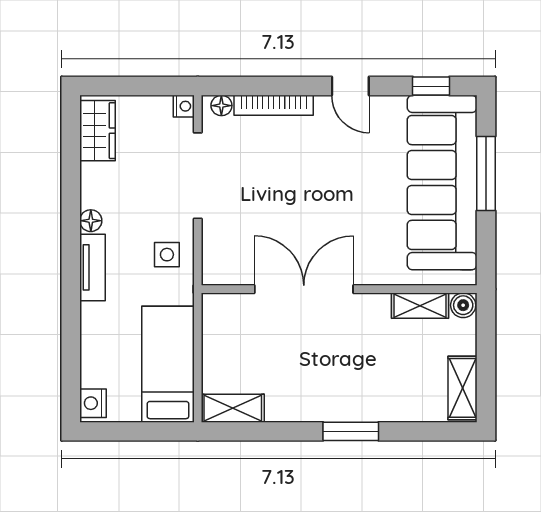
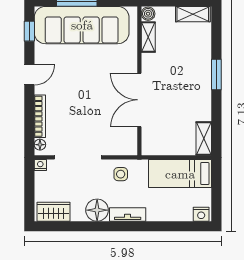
floor lamp: (91, 221) -> (97, 210), width x1.89, depth x1.89

